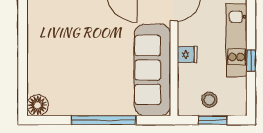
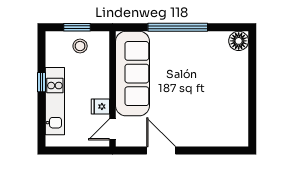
fridge: (187, 55) -> (100, 106), moved

